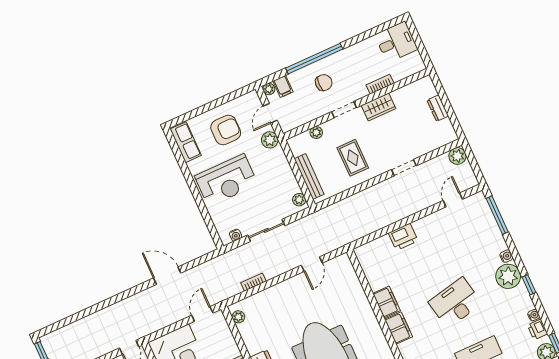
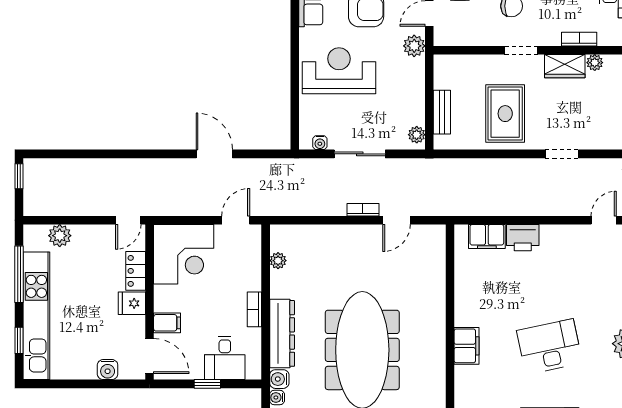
plant: (316, 132) -> (595, 63), moved
rug: (353, 158) -> (505, 114), width x1.36, depth x1.43
bench: (309, 176) -> (442, 112), width x0.73
reception desk: (226, 180) -> (339, 71), turned 180
bookcase: (253, 282) -> (363, 210), moved
filing cabinet: (386, 302) -> (487, 236), moved, turned 90
plant: (238, 317) -> (278, 261), moved

